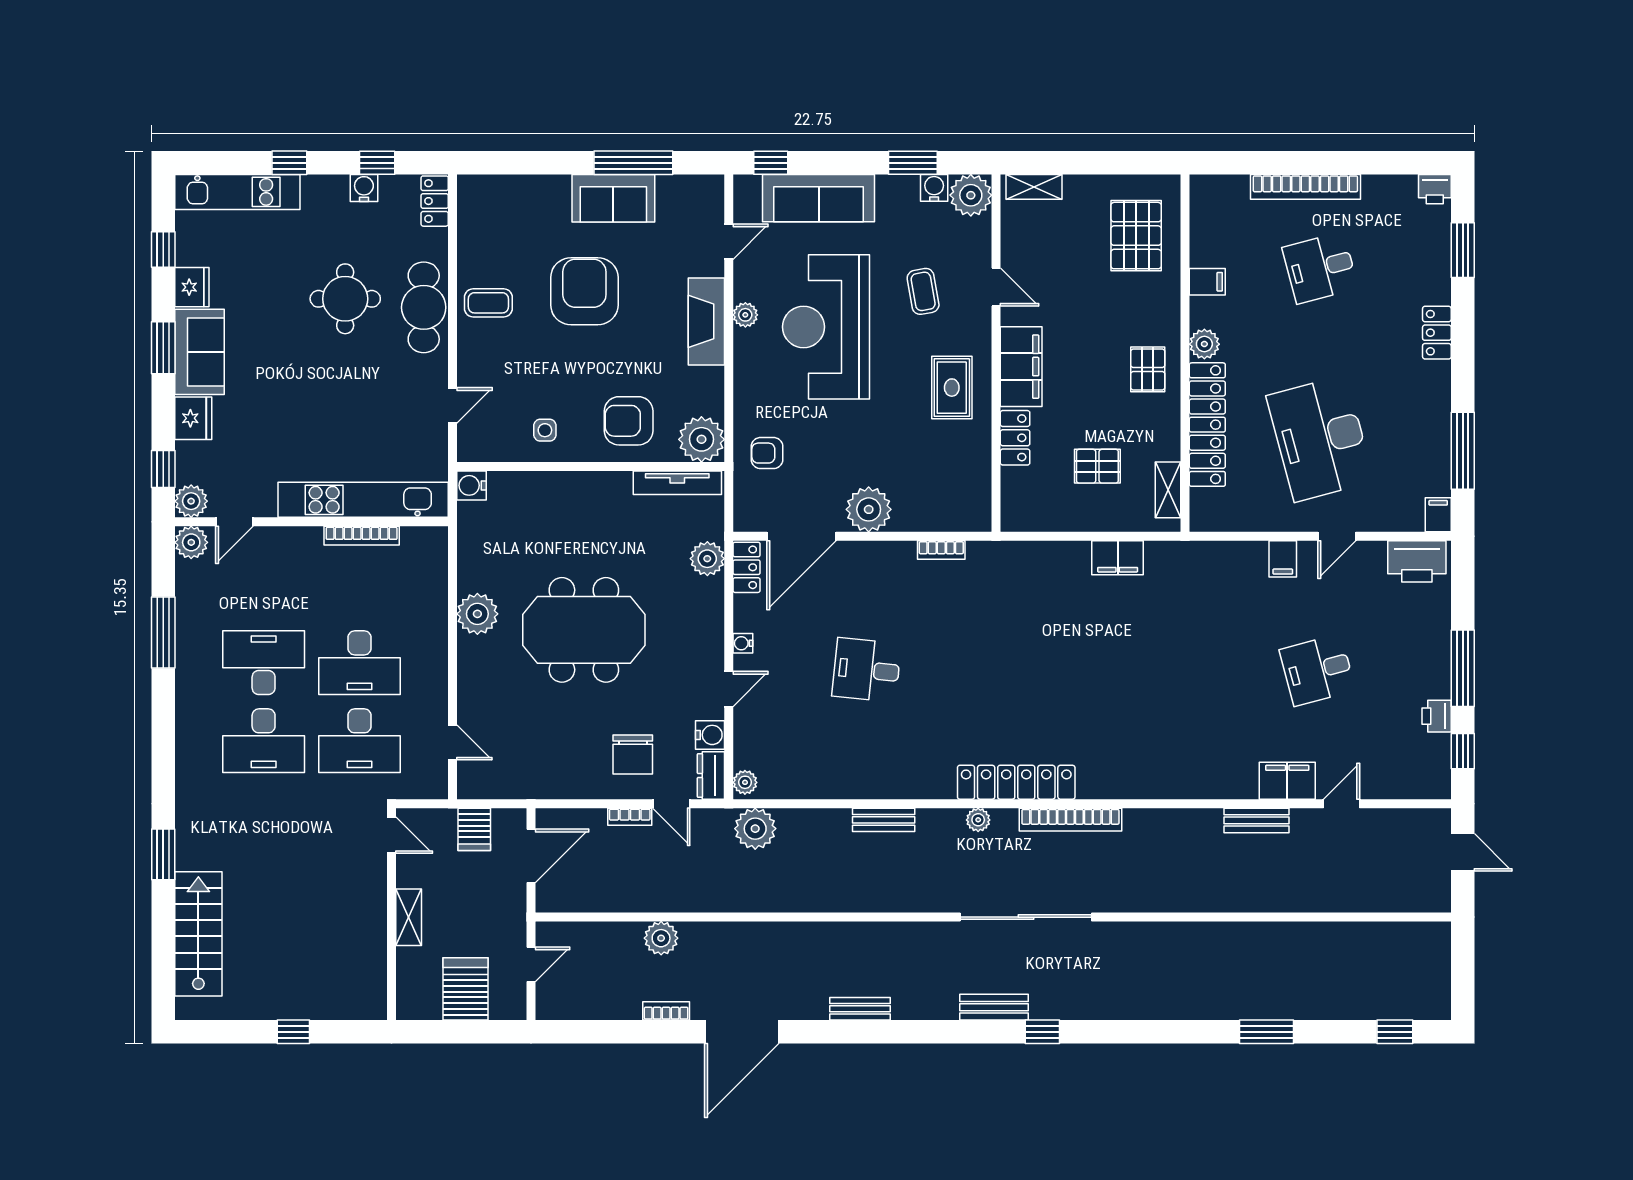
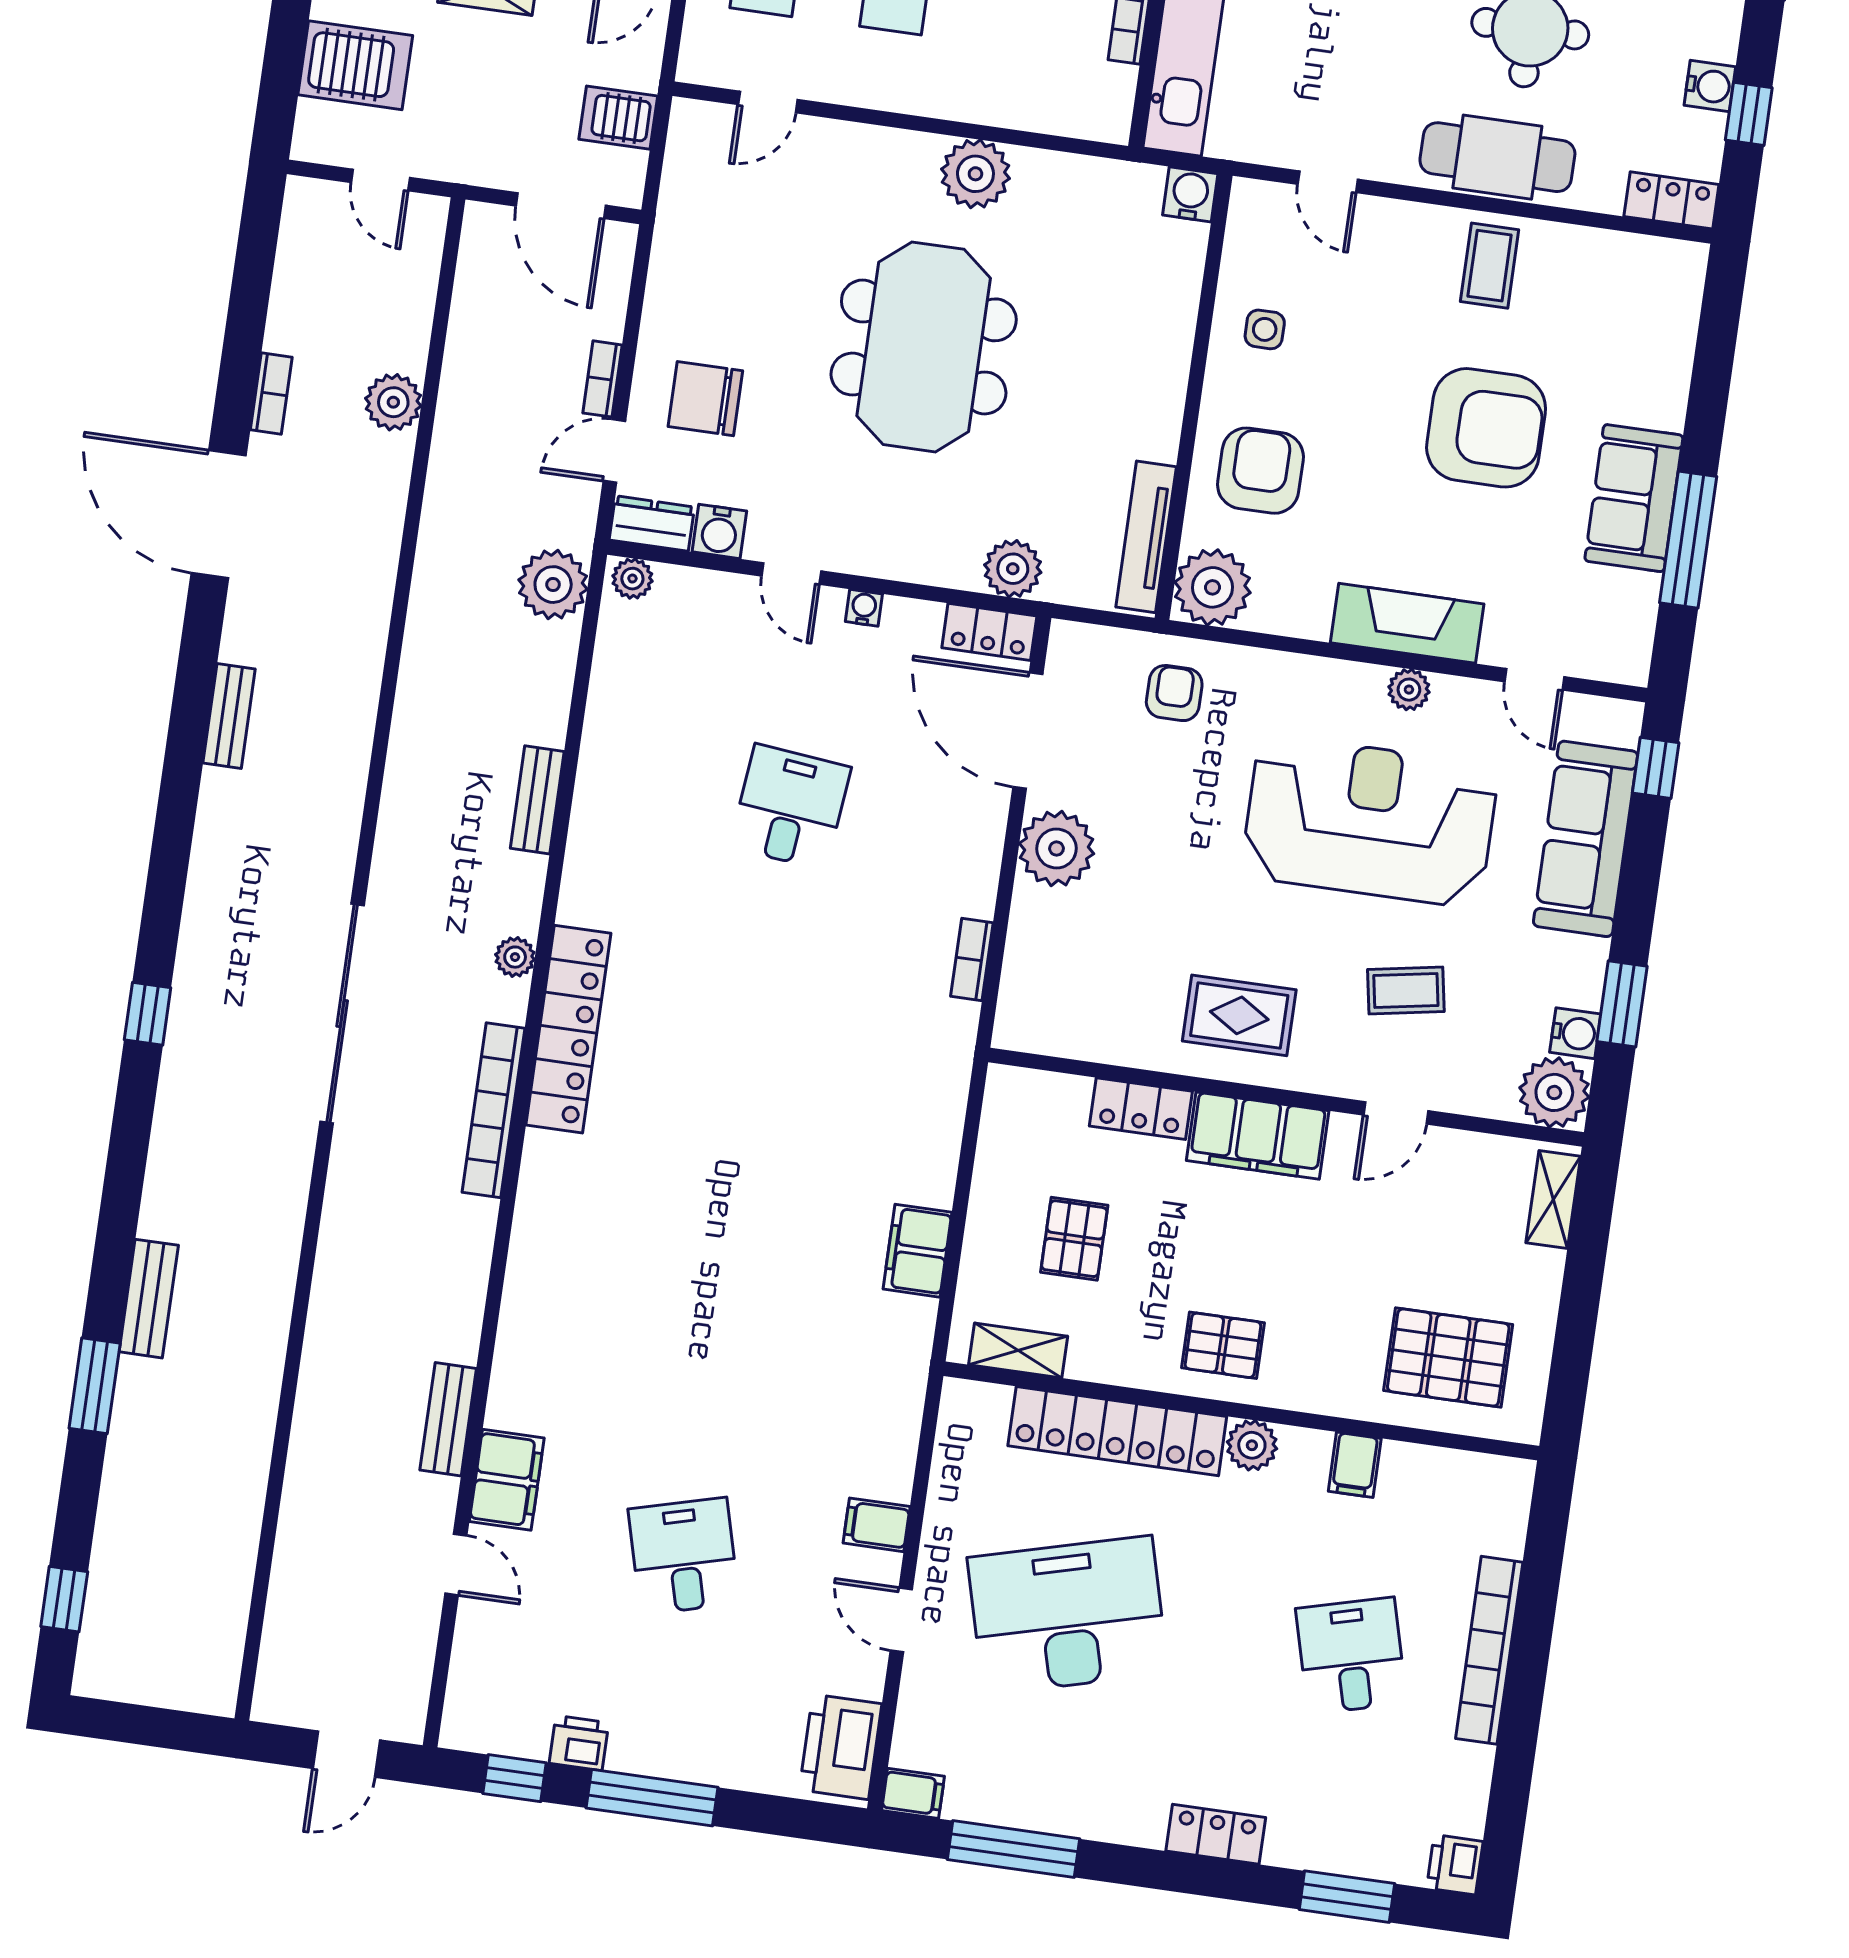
bench: (994, 1007) -> (149, 1299), moved

